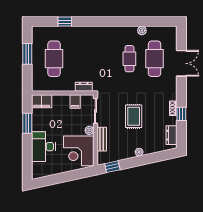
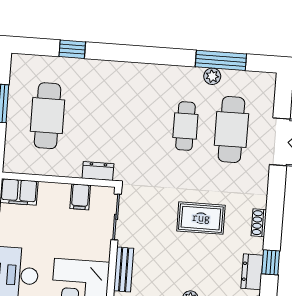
window: (146, 22) -> (221, 60), added
window: (181, 114) -> (271, 262), moved
rug: (134, 116) -> (201, 218), moved, turned 90
plant: (89, 130) -> (102, 252), removed

